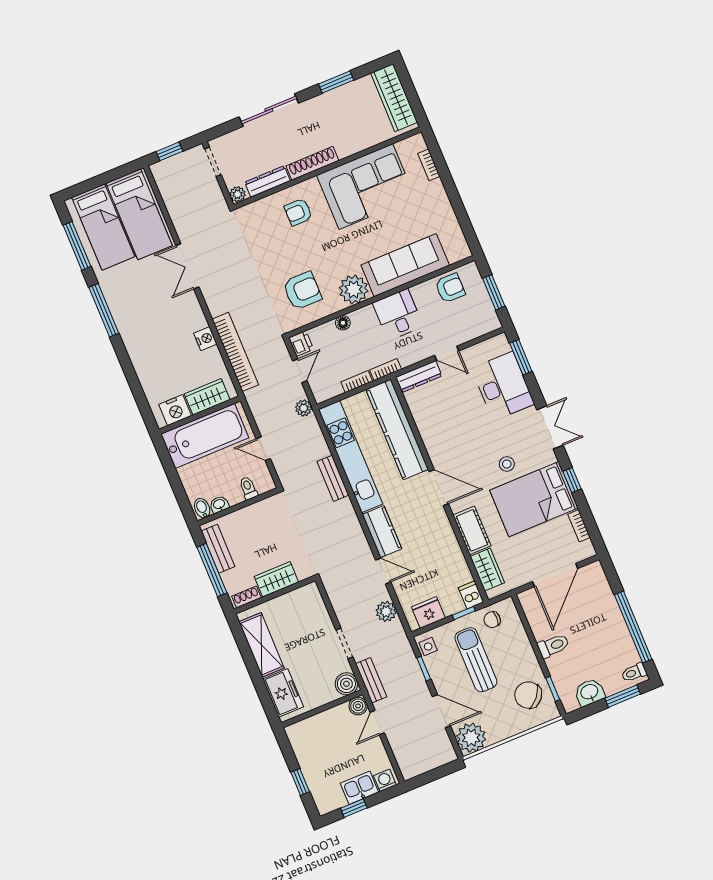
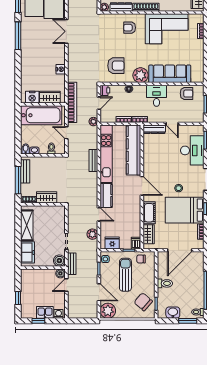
bookcase: (235, 352) -> (72, 102), moved

